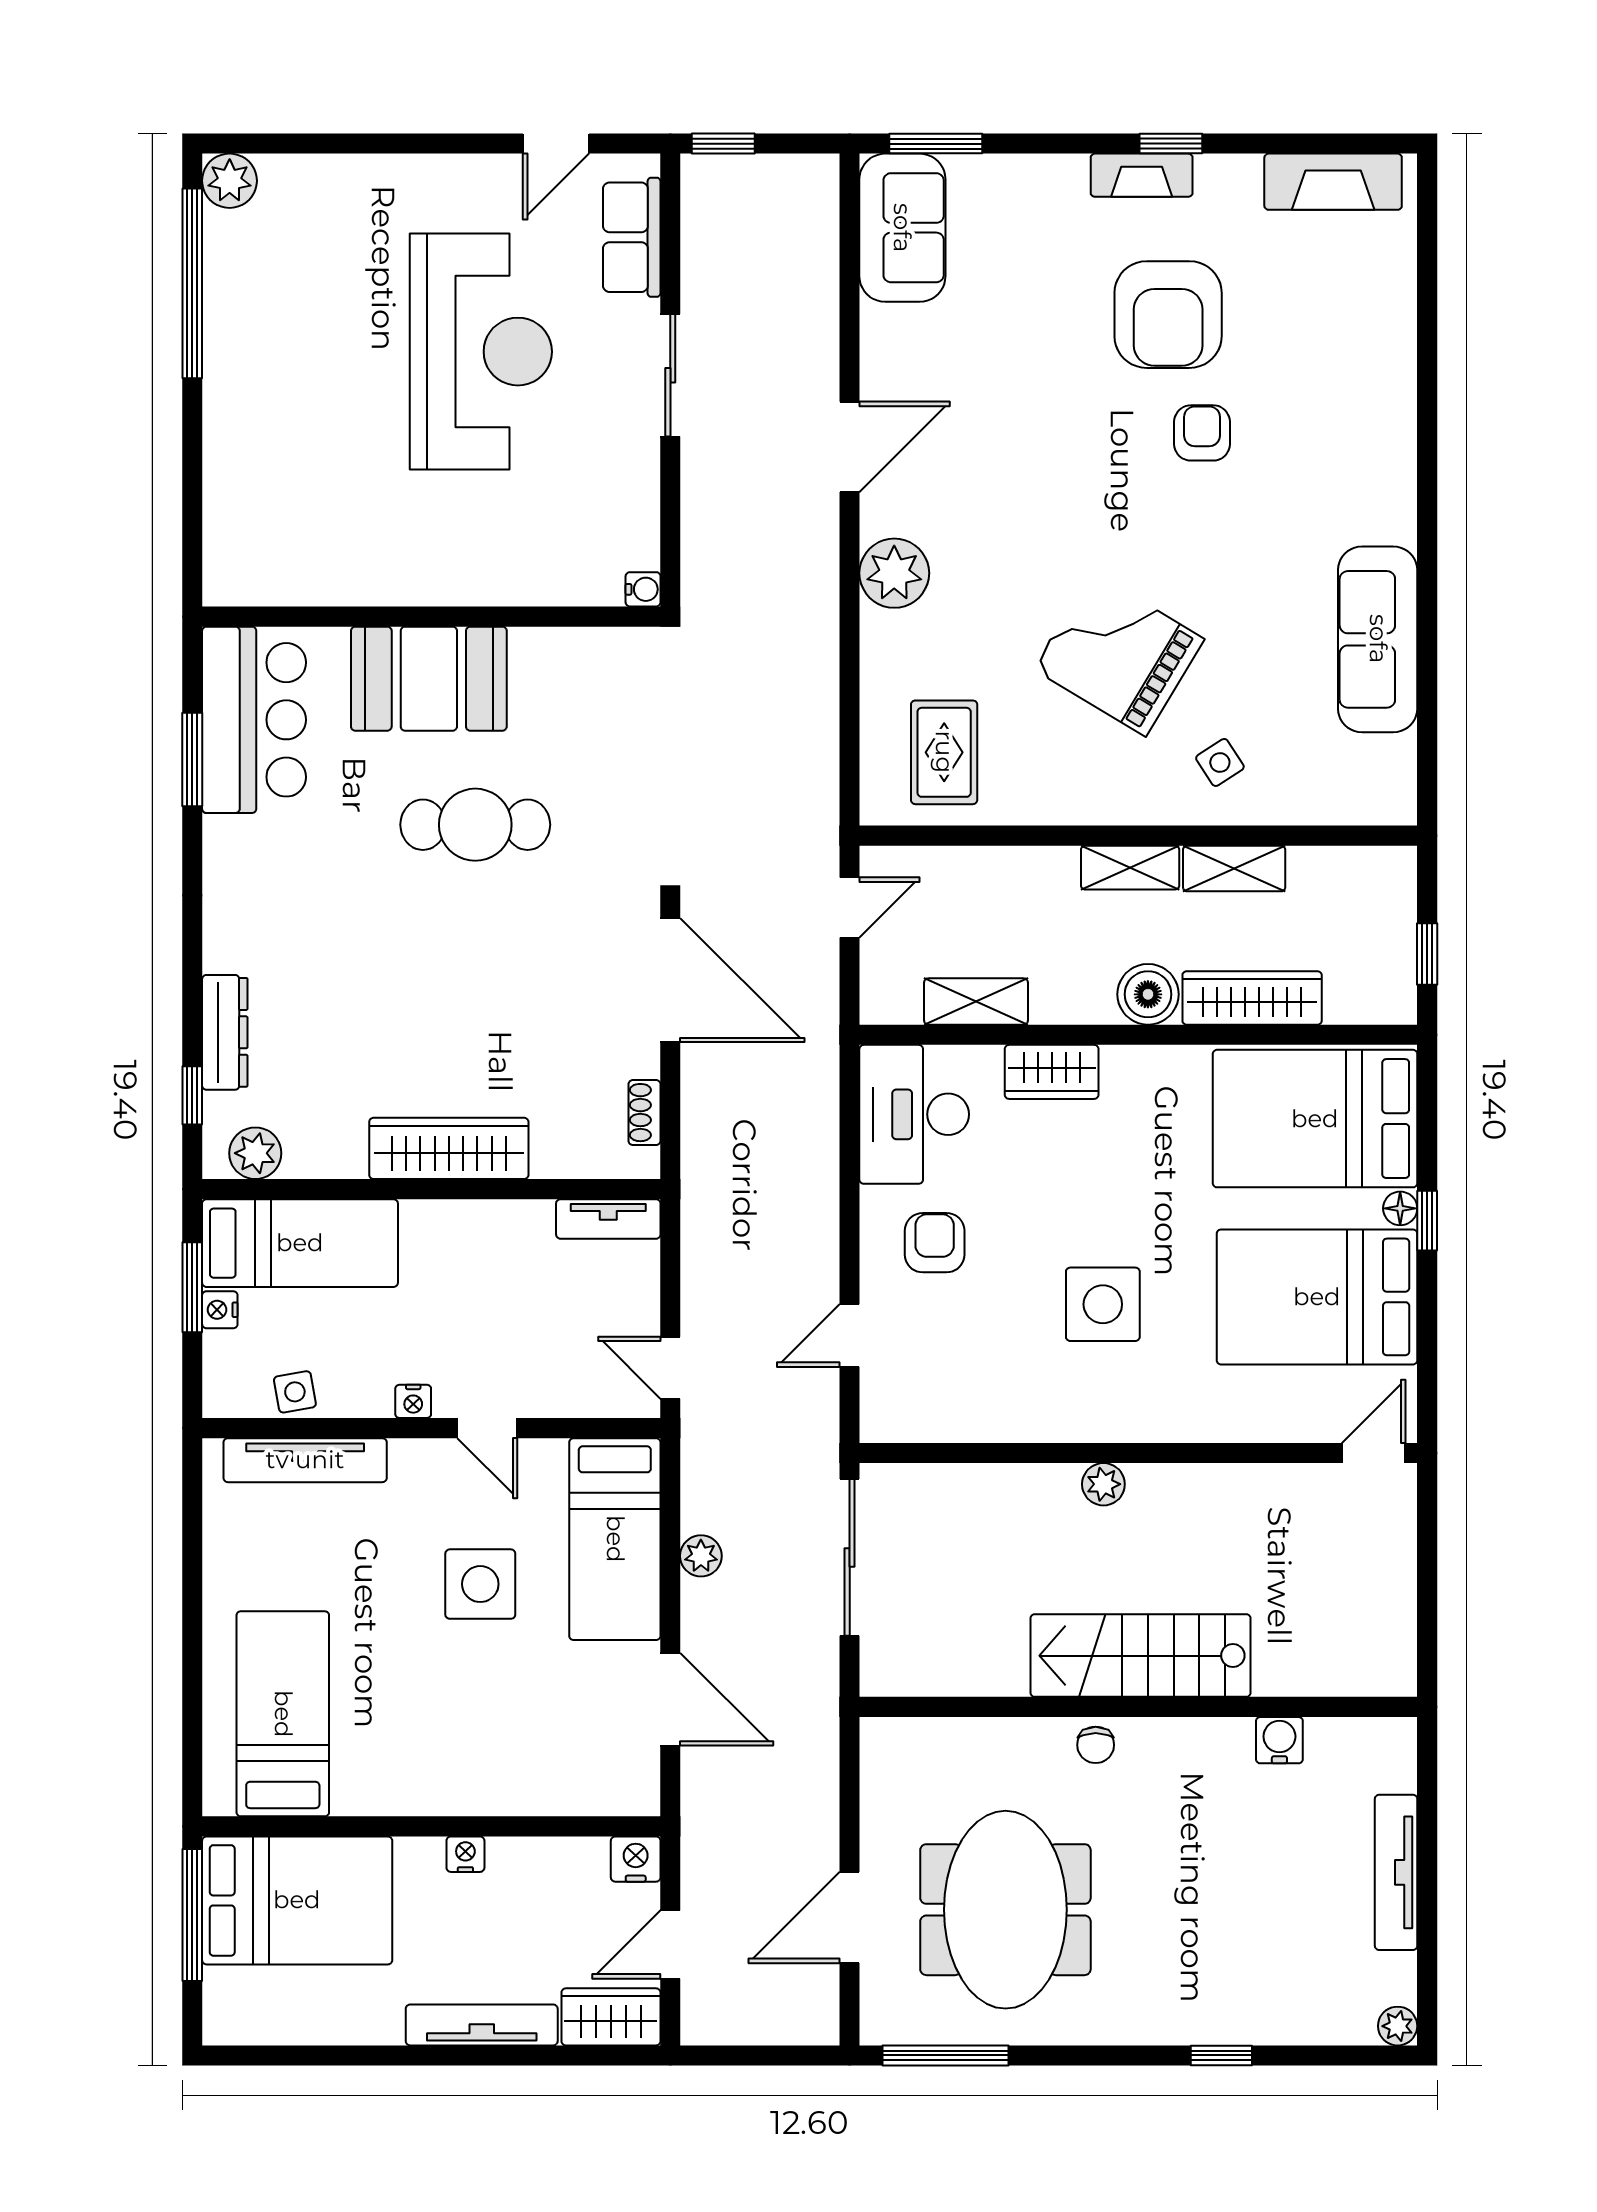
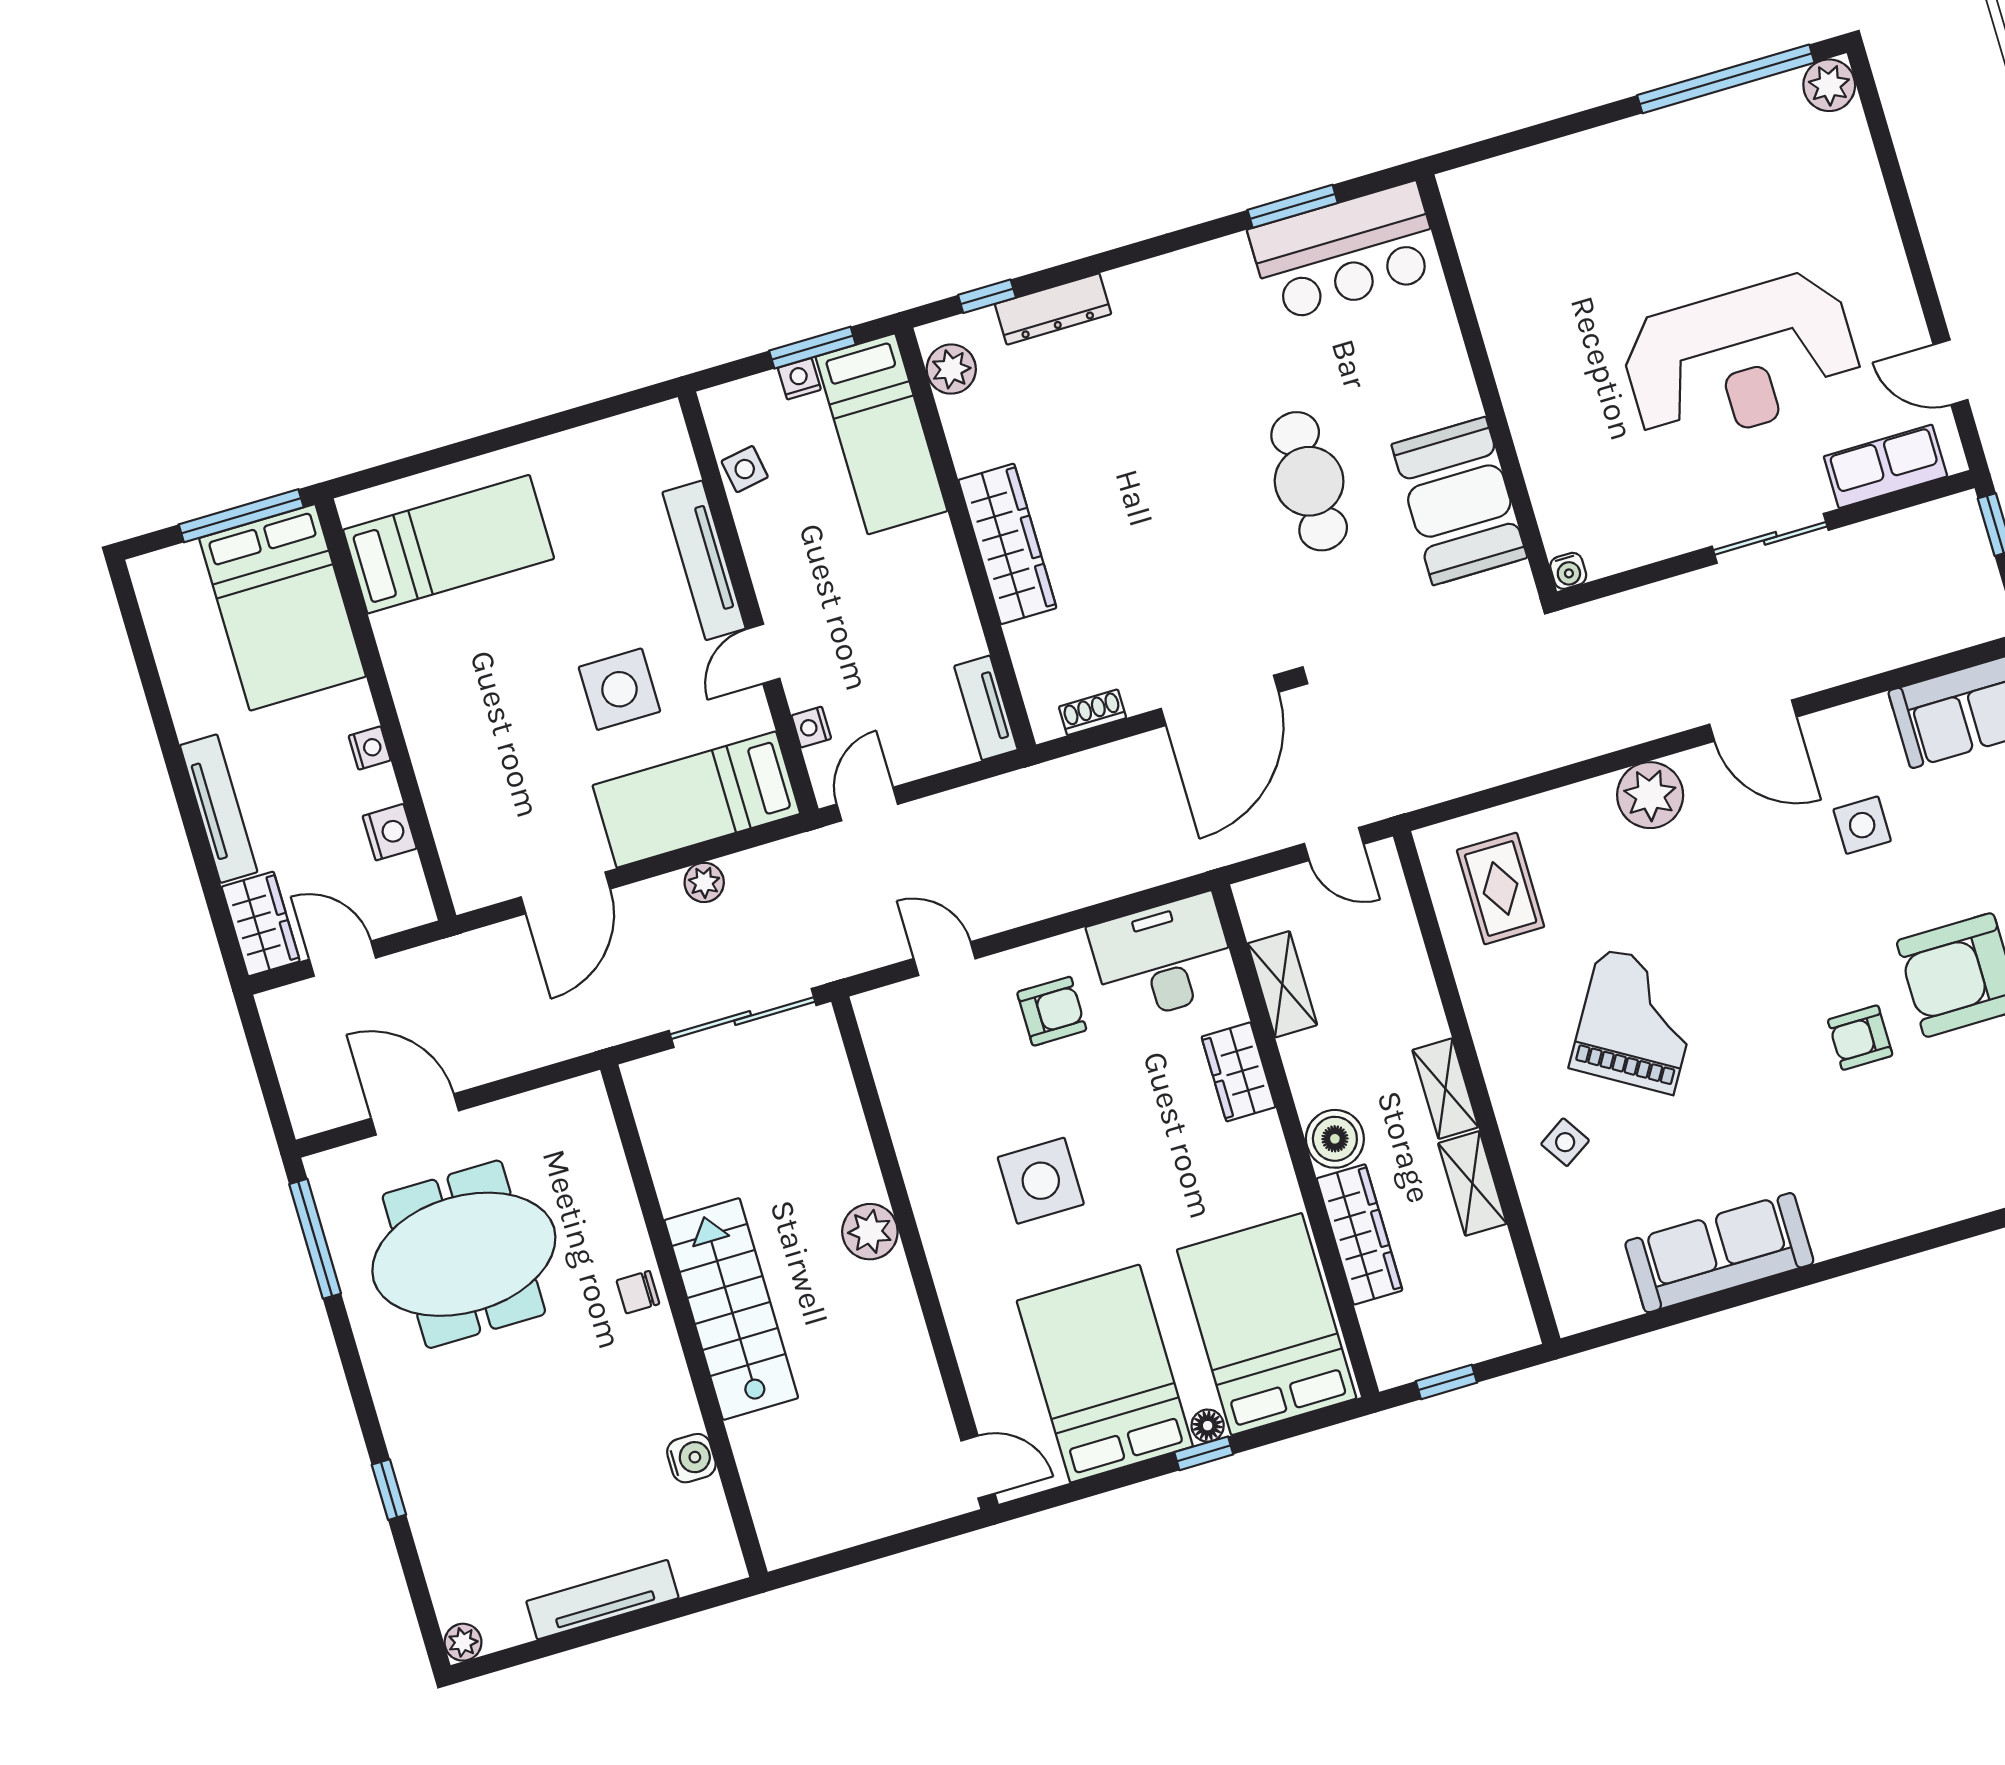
side table: (988, 368) -> (1862, 825), added
armchair: (1202, 433) -> (1860, 1038), turned 180
booth: (429, 679) -> (1459, 501), moved
rug: (944, 752) -> (1501, 888), turned 90
nightstand: (413, 1401) -> (811, 727), moved
tv unit: (305, 1460) -> (704, 560), moved
plant: (1103, 1484) -> (870, 1232), width x1.38, depth x1.38
nightstand: (636, 1859) -> (390, 832), moved

